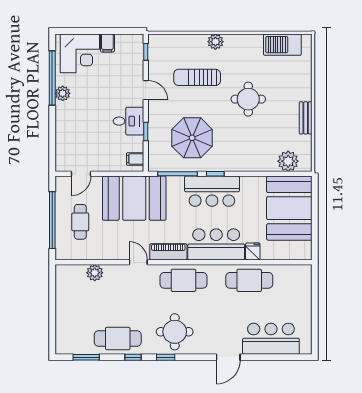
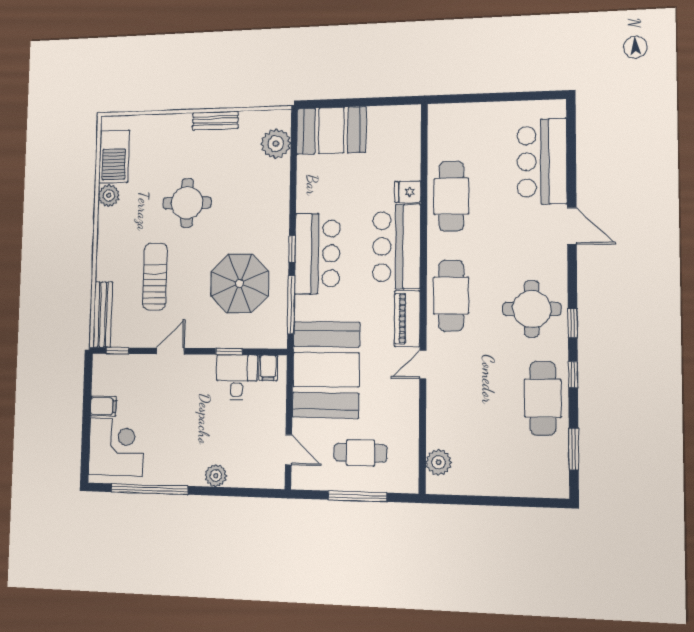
bench: (171, 40) -> (103, 315), added
plant: (215, 42) -> (109, 195), moved
sun lounger: (197, 77) -> (155, 277), turned 180
plant: (63, 93) -> (216, 476), moved
desk: (128, 121) -> (237, 377), moved
booth: (289, 208) -> (331, 130), width x0.73, depth x0.70
window: (52, 220) -> (357, 496), width x0.68
plant: (95, 273) -> (439, 462), moved

